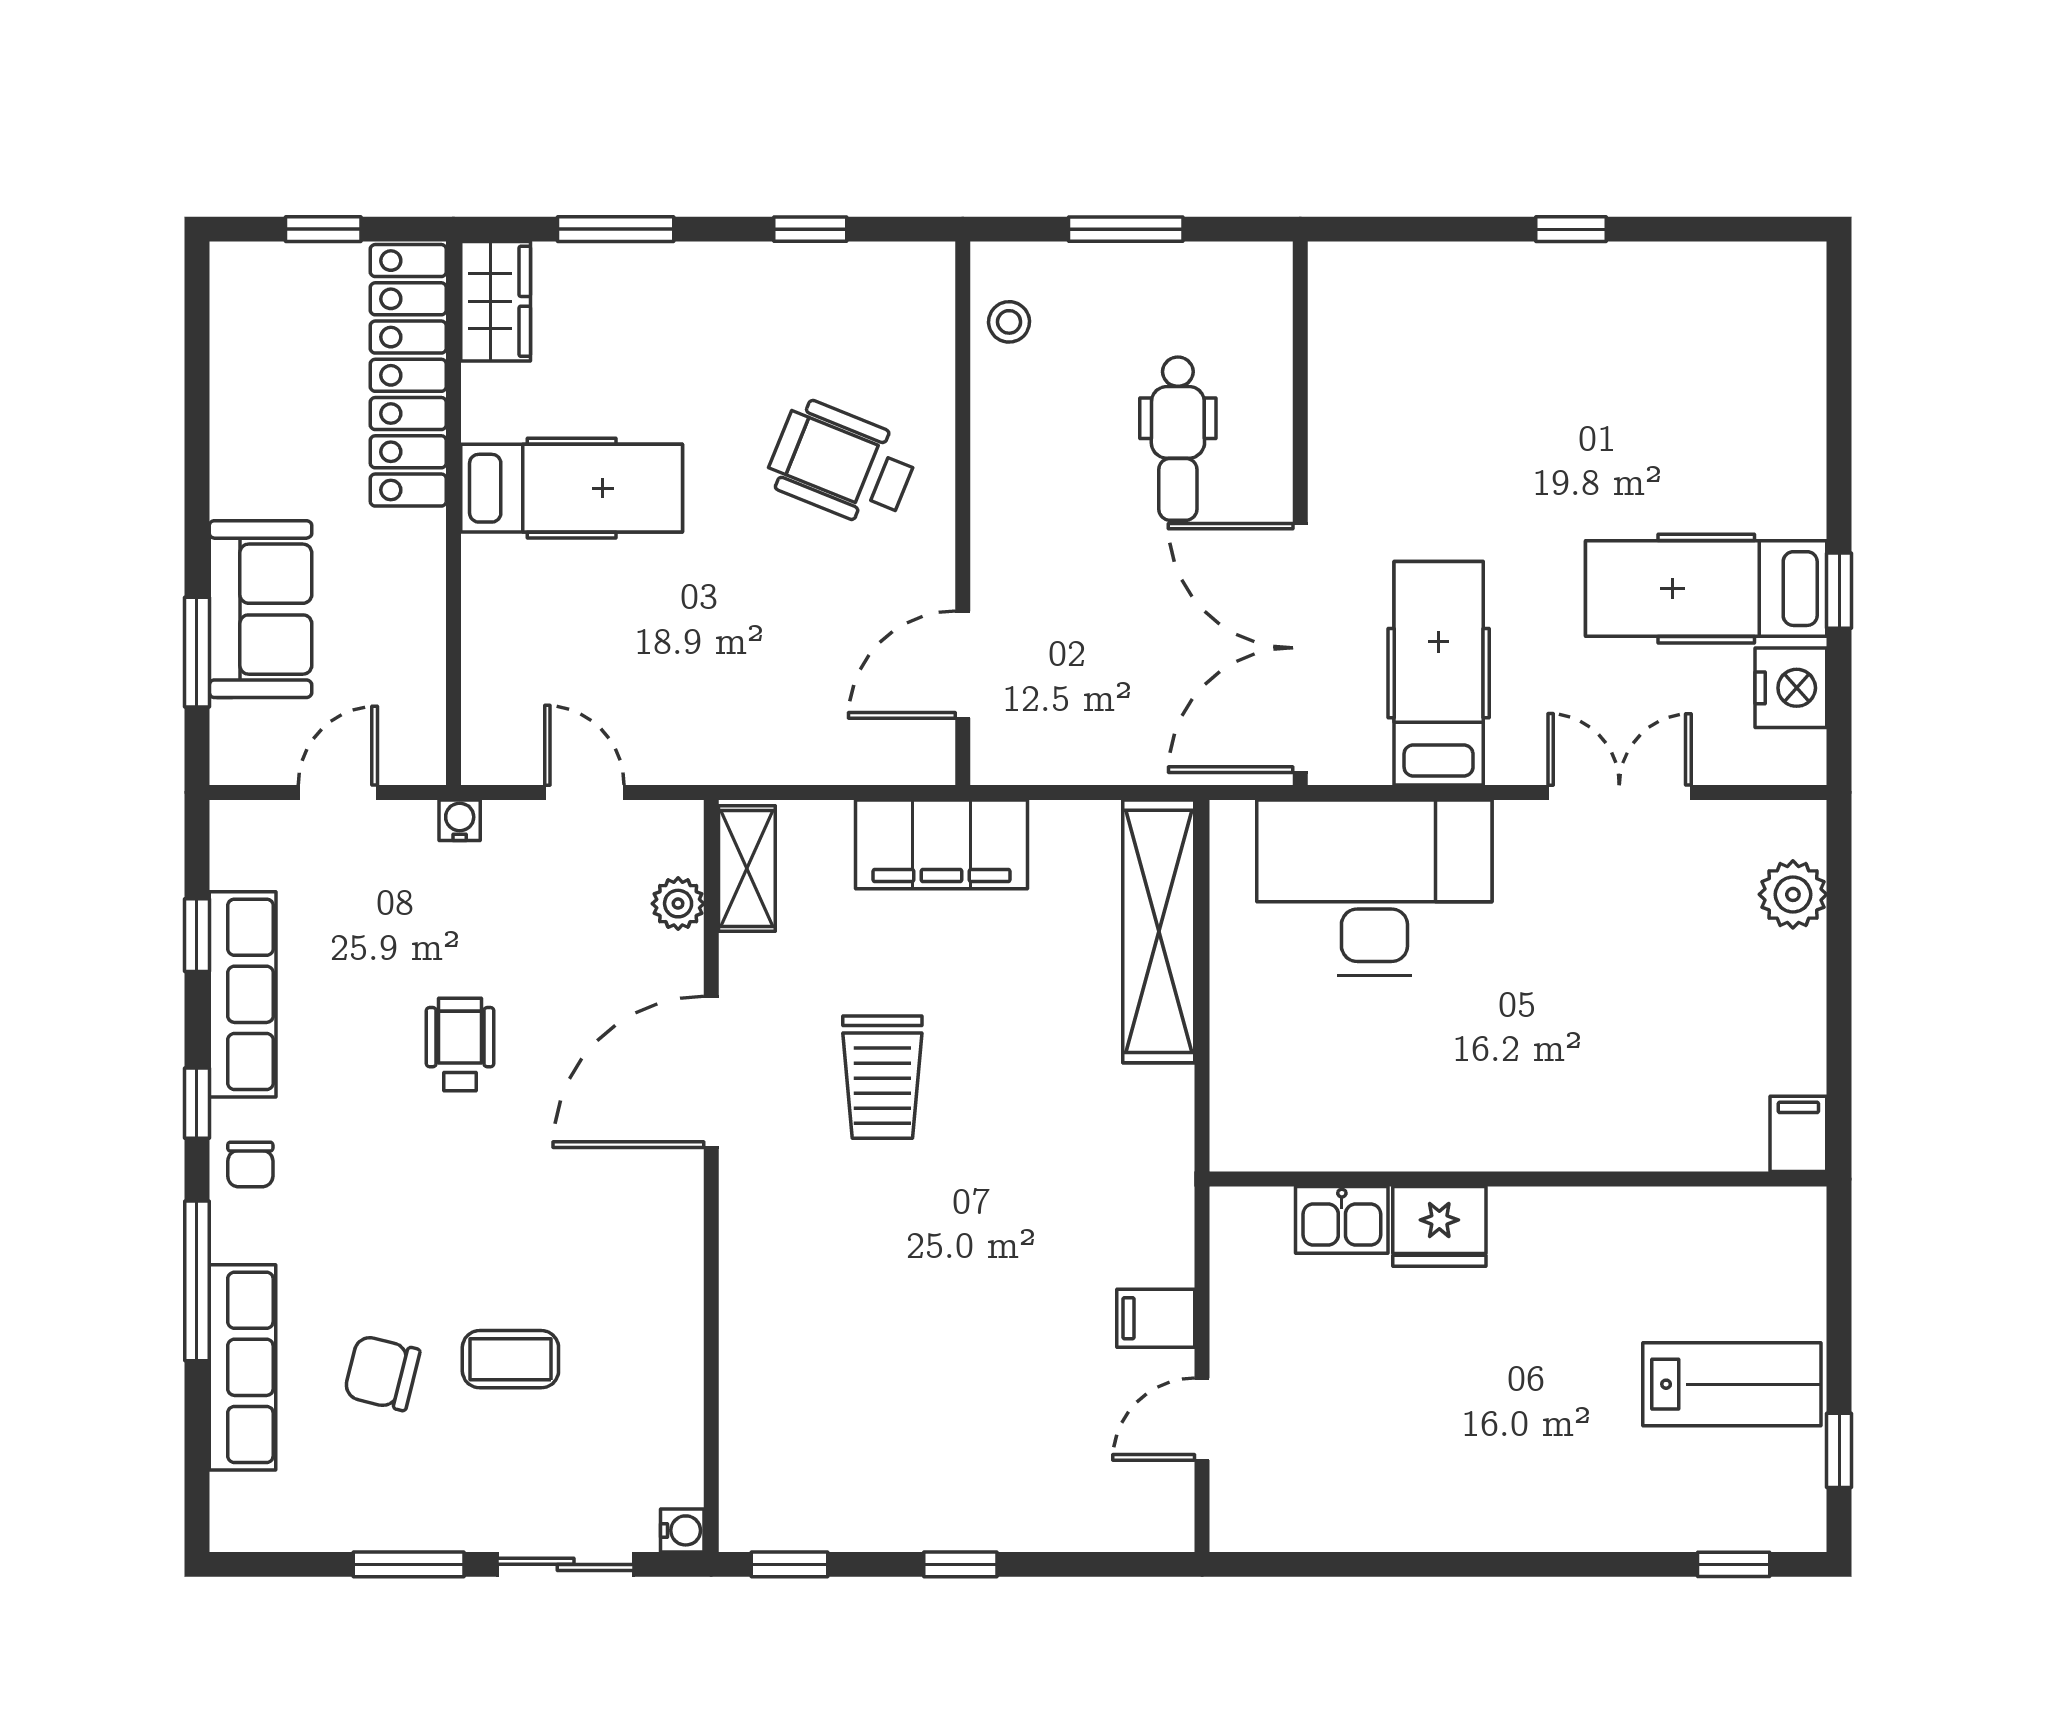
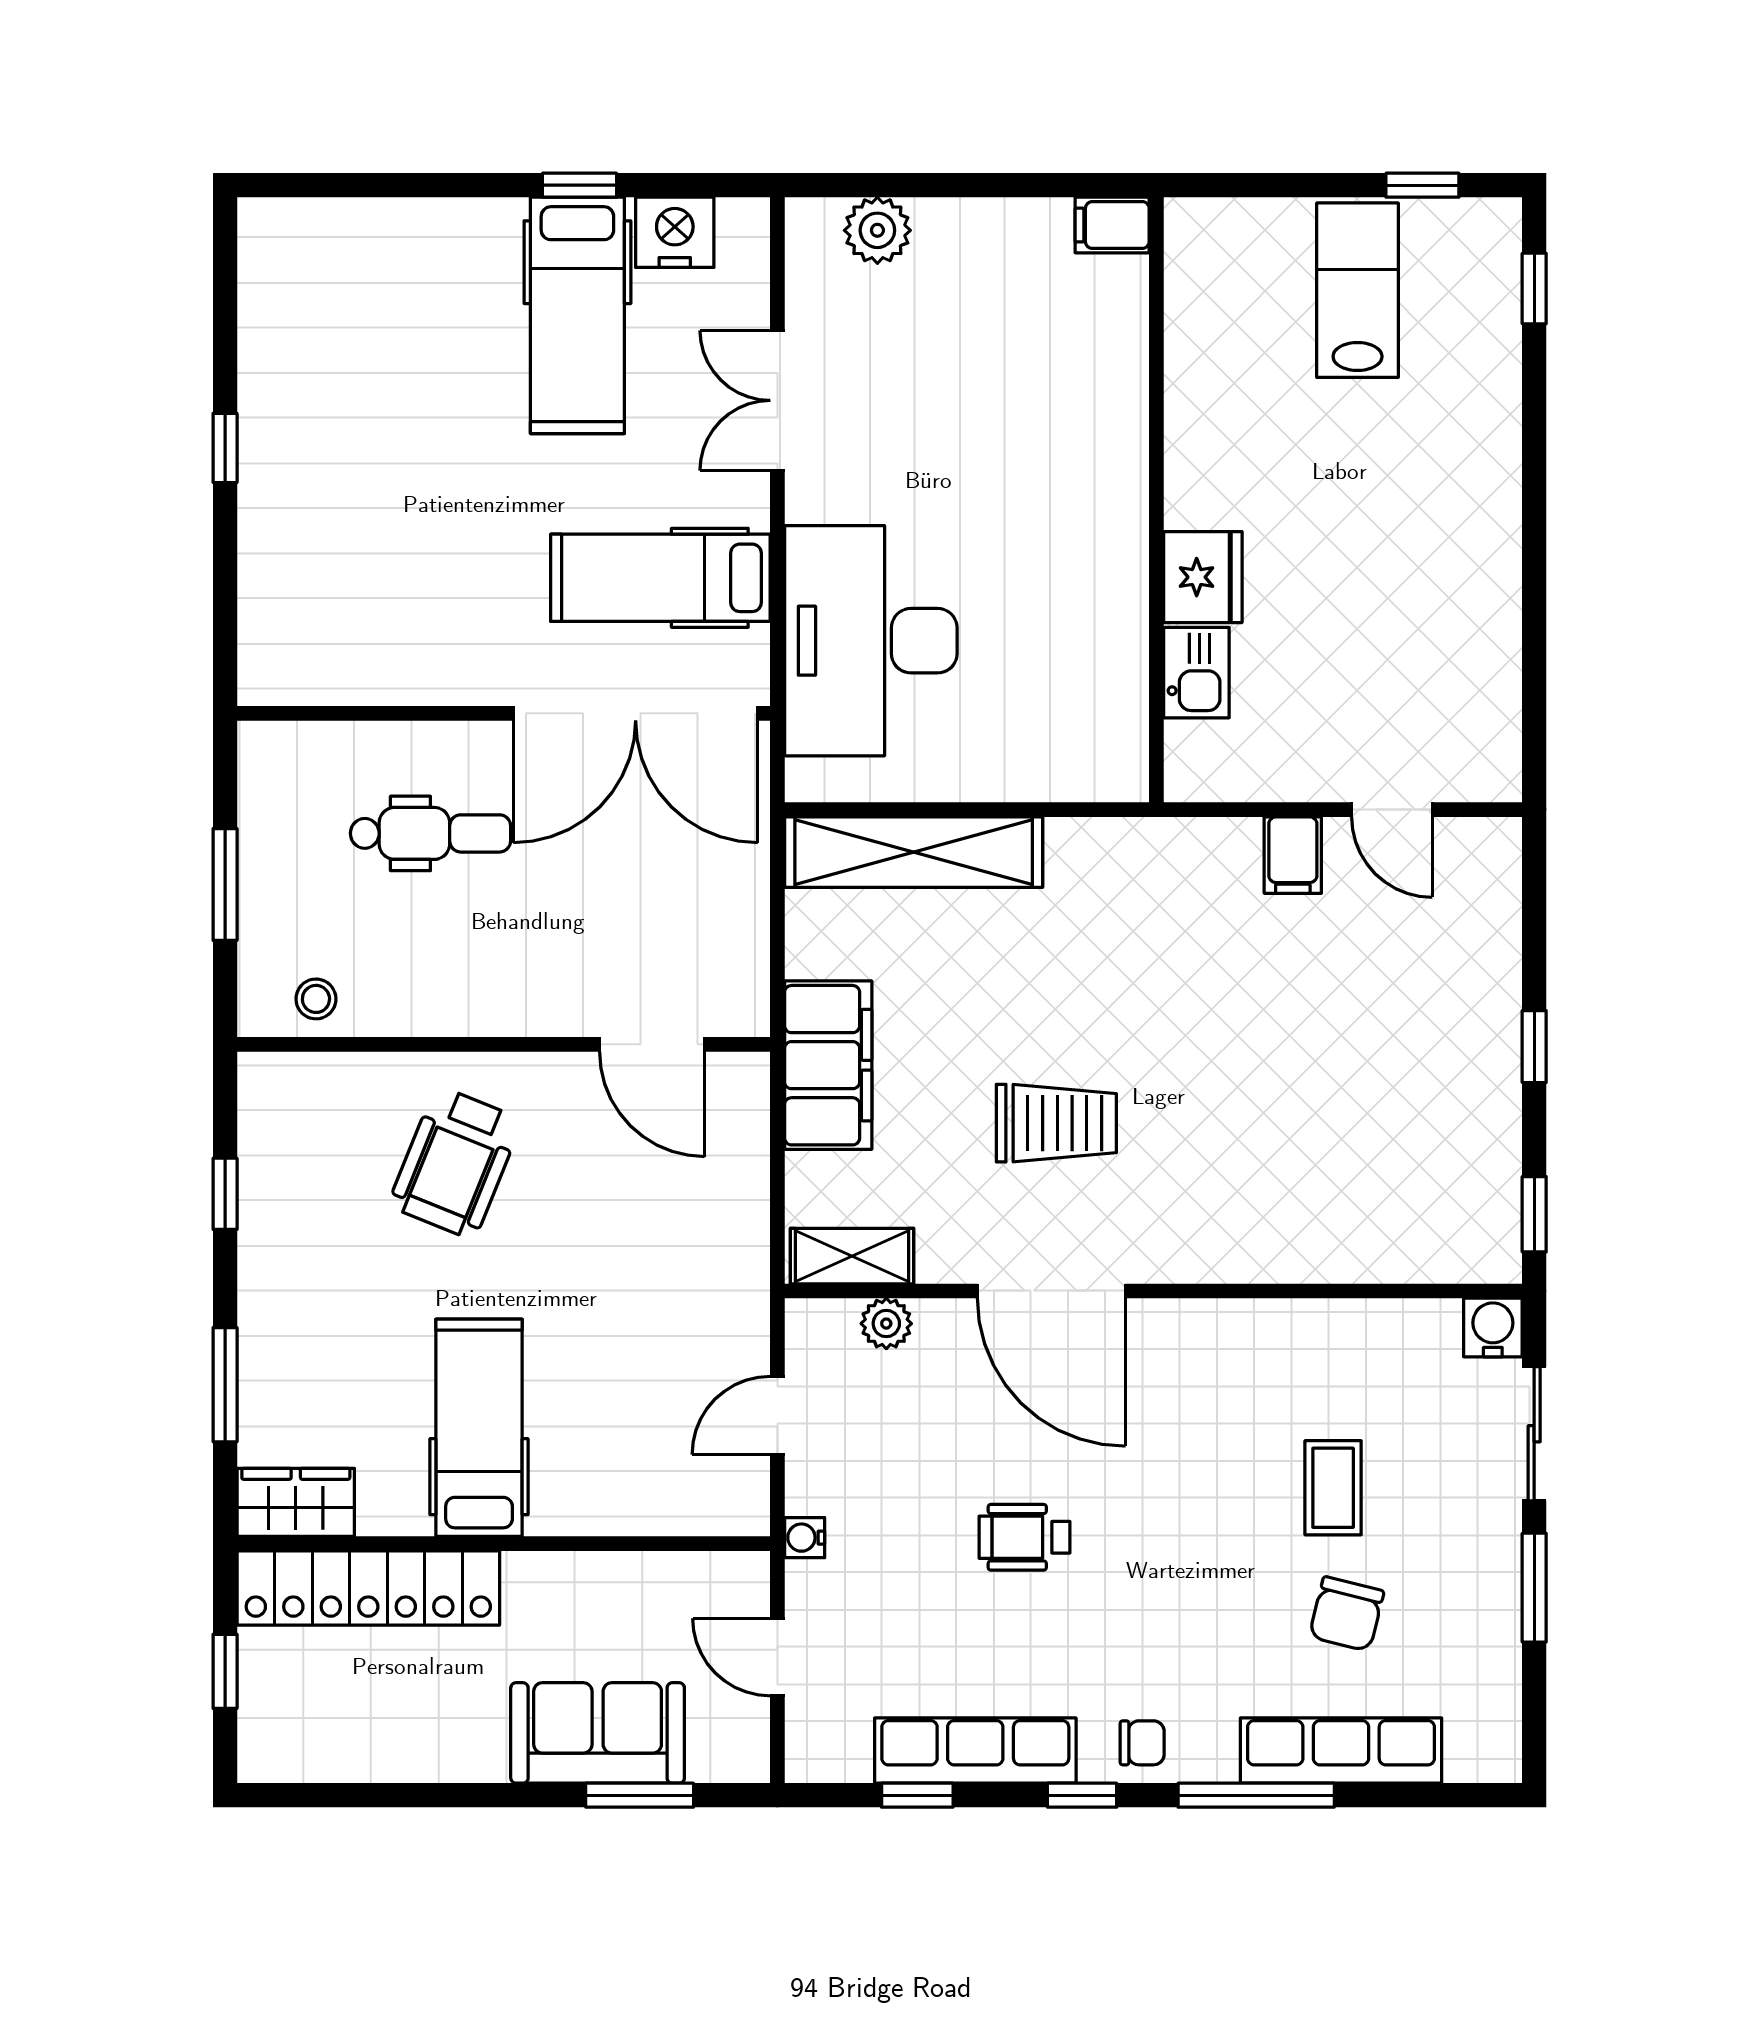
water cooler: (682, 1530) -> (1493, 1328), width x1.38, depth x1.38

